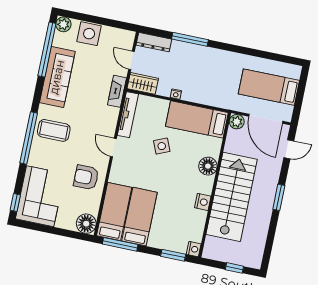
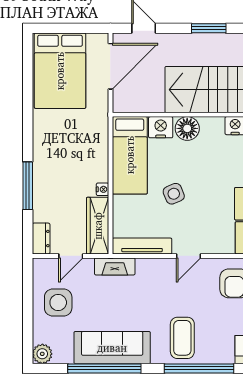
side table: (89, 34) -> (58, 303), moved
dresser: (154, 42) -> (41, 239), width x0.70
window: (47, 50) -> (104, 368), moved
wardrobe: (143, 83) -> (98, 226), width x1.50
bed: (269, 87) -> (60, 71), width x1.50
plant: (237, 122) -> (122, 103), removed
nightstand: (213, 147) -> (161, 127), added

